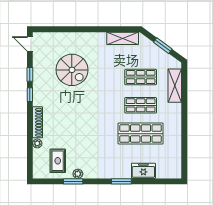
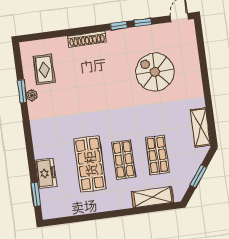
spiral stairs: (72, 70) -> (155, 72), turned 90
plant: (37, 143) -> (62, 42), removed
rug: (58, 161) -> (44, 69), turned 90
window: (121, 181) -> (36, 194), moved

